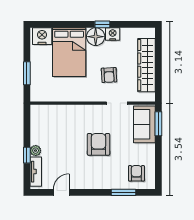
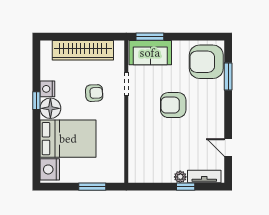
armchair: (136, 173) -> (206, 62), width x1.88, depth x1.88

